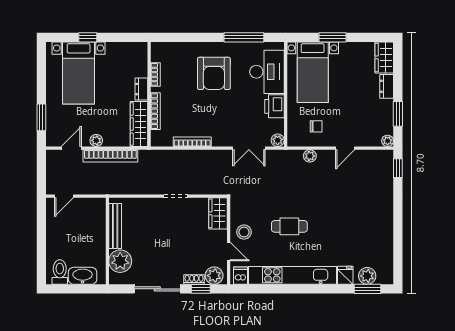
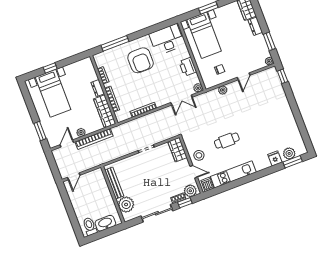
window: (244, 37) -> (115, 43), moved
desk: (267, 72) -> (167, 40), moved, turned -90
kitchen unit: (292, 275) -> (233, 174), width x0.73

